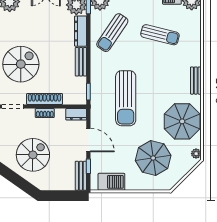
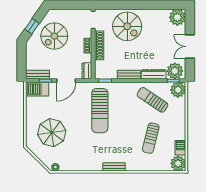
sun lounger: (126, 98) -> (100, 111), turned -90
parasol: (182, 121) -> (81, 156), removed
spiral stairs: (33, 155) -> (54, 36), turned 90
barbecue: (111, 182) -> (38, 89), moved, turned 90
window: (21, 183) -> (32, 26), added

